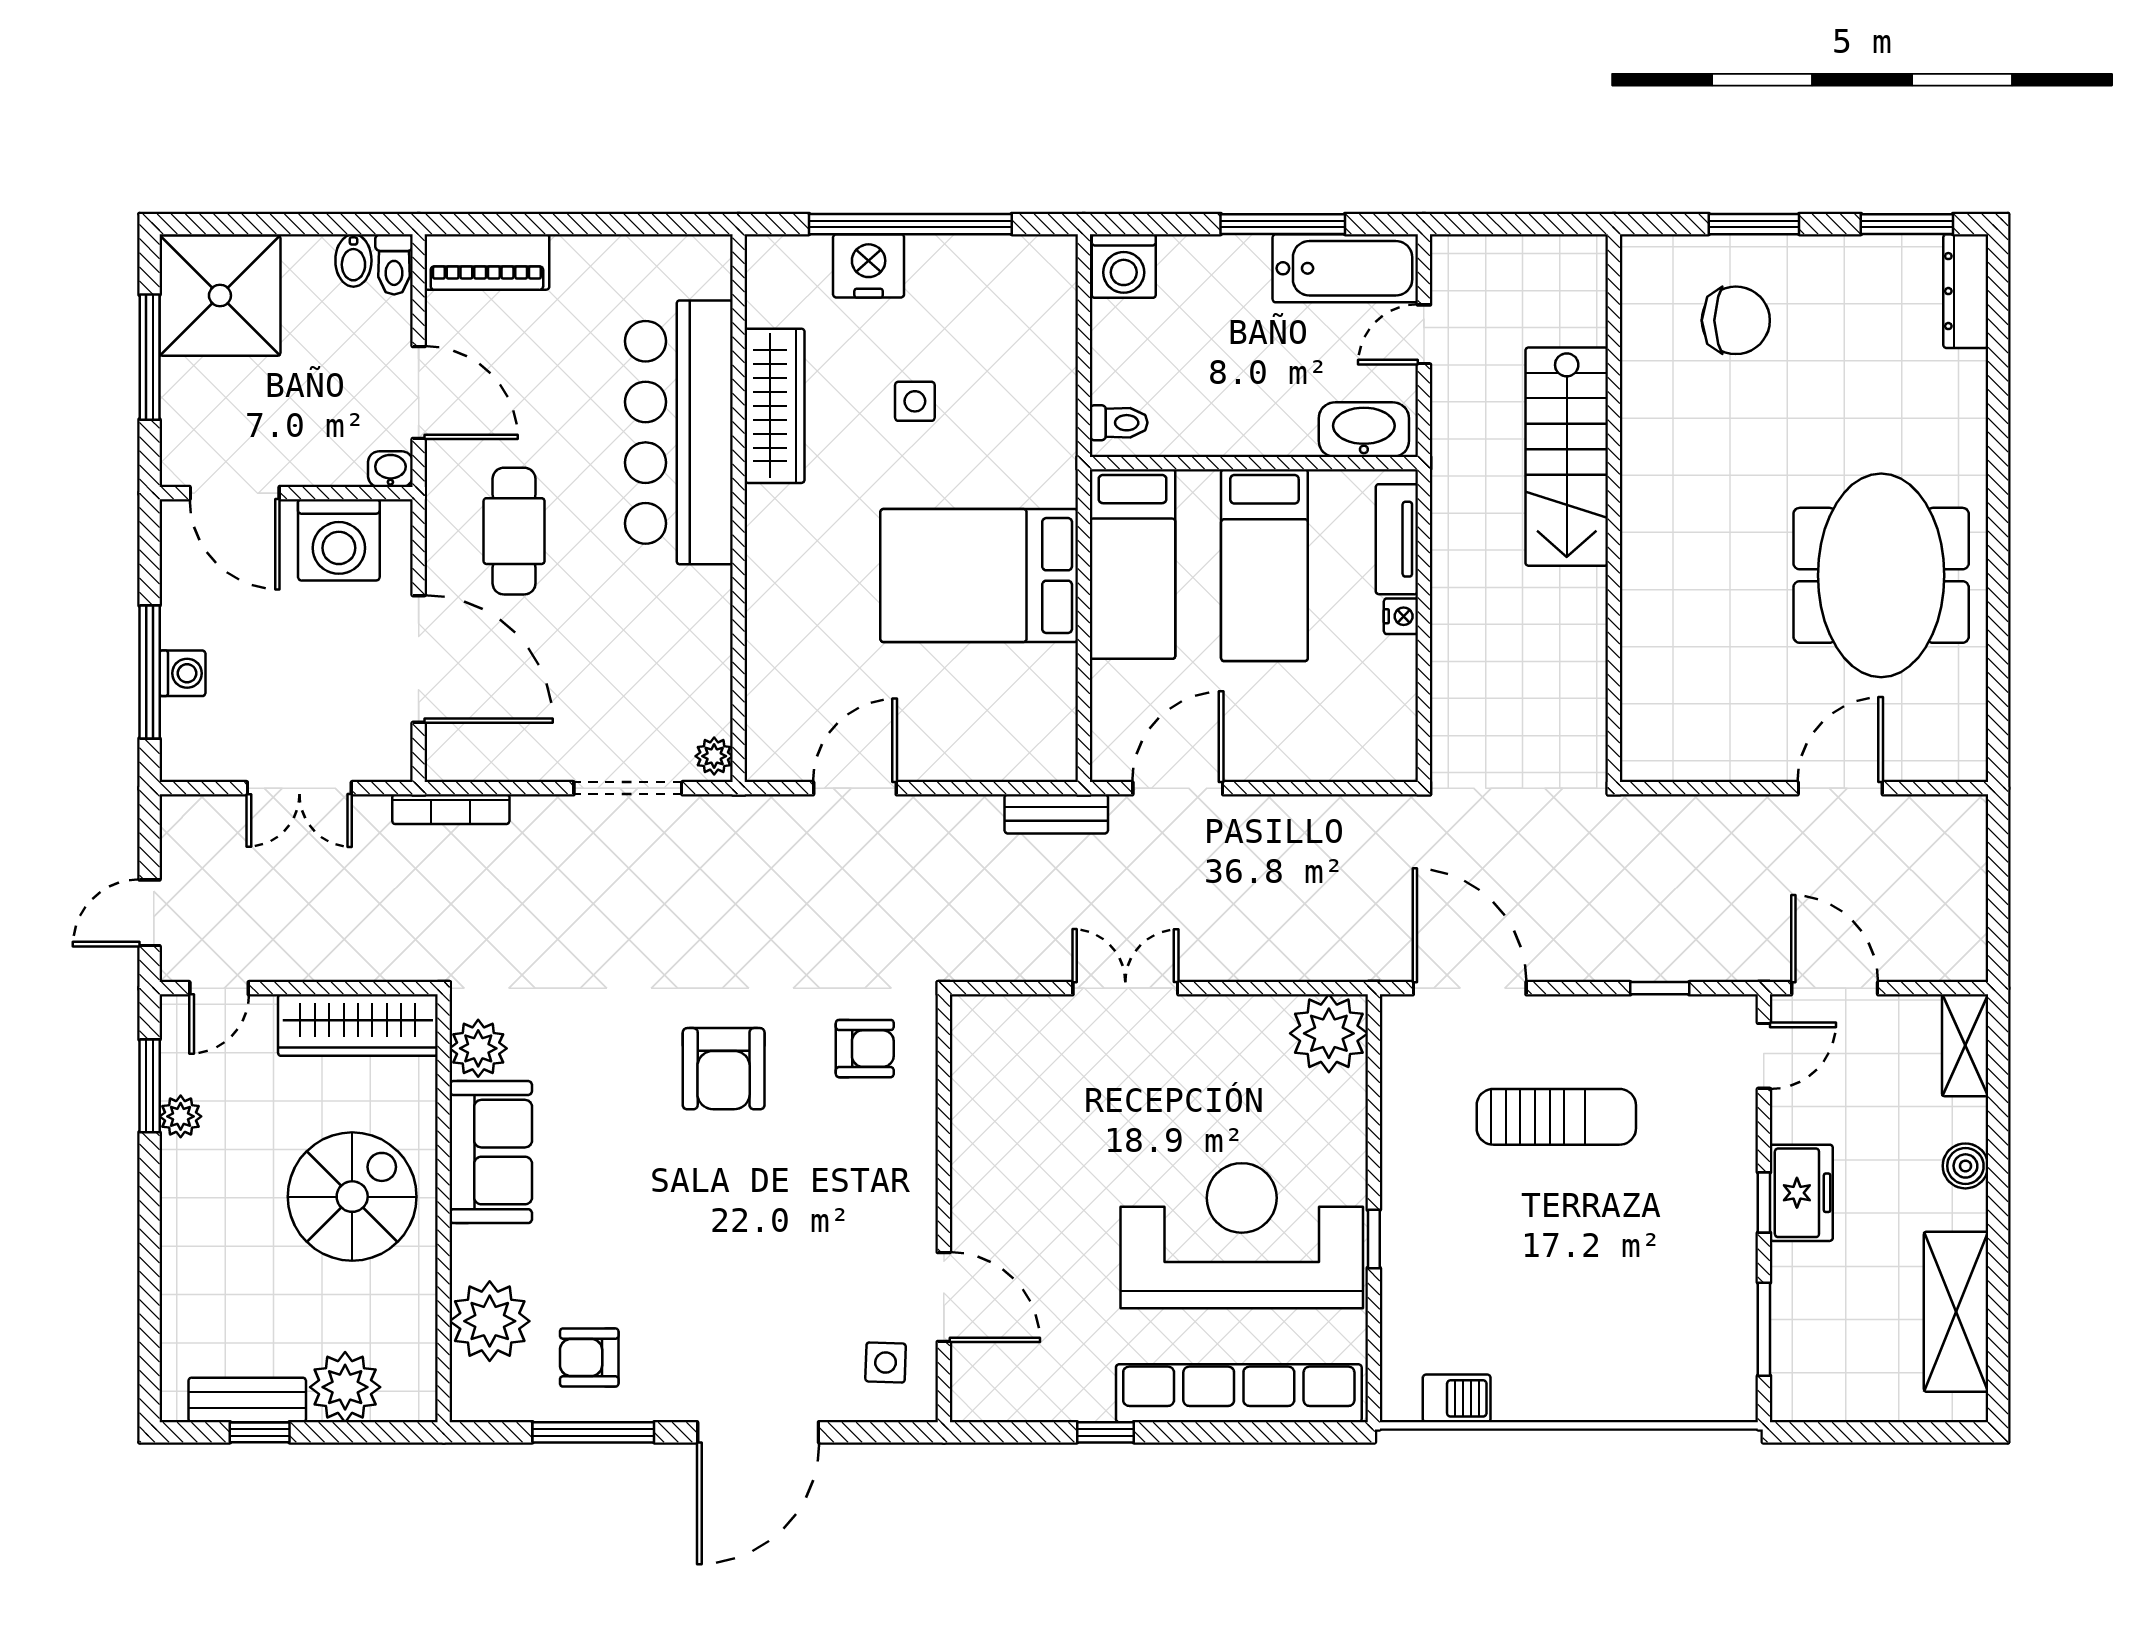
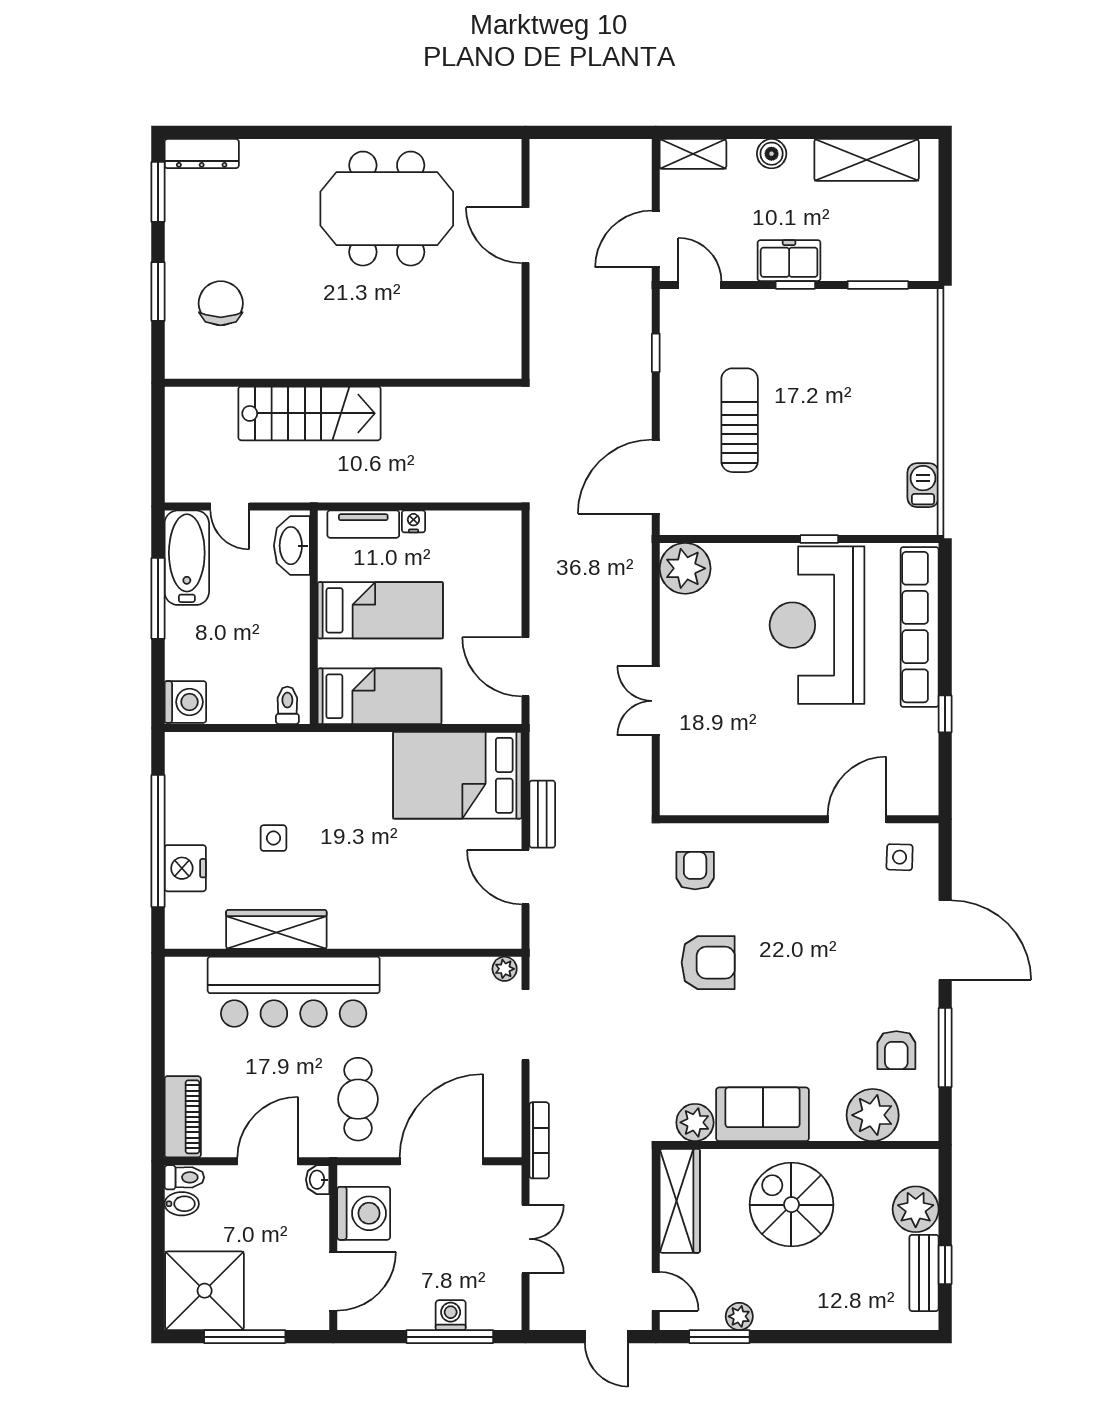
cafe table: (514, 531) -> (358, 1099), turned 90
bed: (979, 576) -> (457, 775), moved, turned 90
bench: (1056, 814) -> (542, 814), moved

